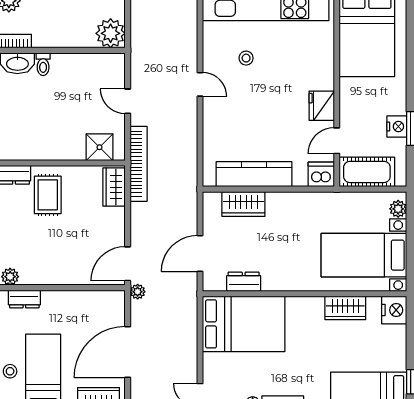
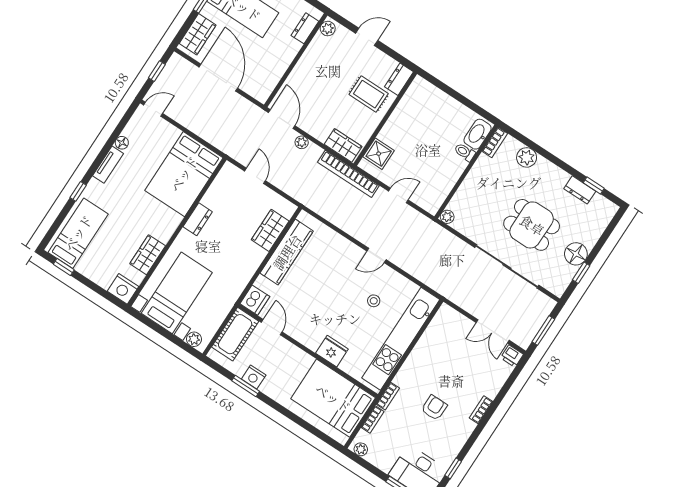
plant: (111, 33) -> (447, 217), width x0.53, depth x0.53
fridge: (322, 106) -> (332, 351), moved
door: (200, 253) -> (255, 176), width x0.73
dresser: (244, 282) -> (198, 219), moved
plant: (138, 292) -> (302, 142), moved

